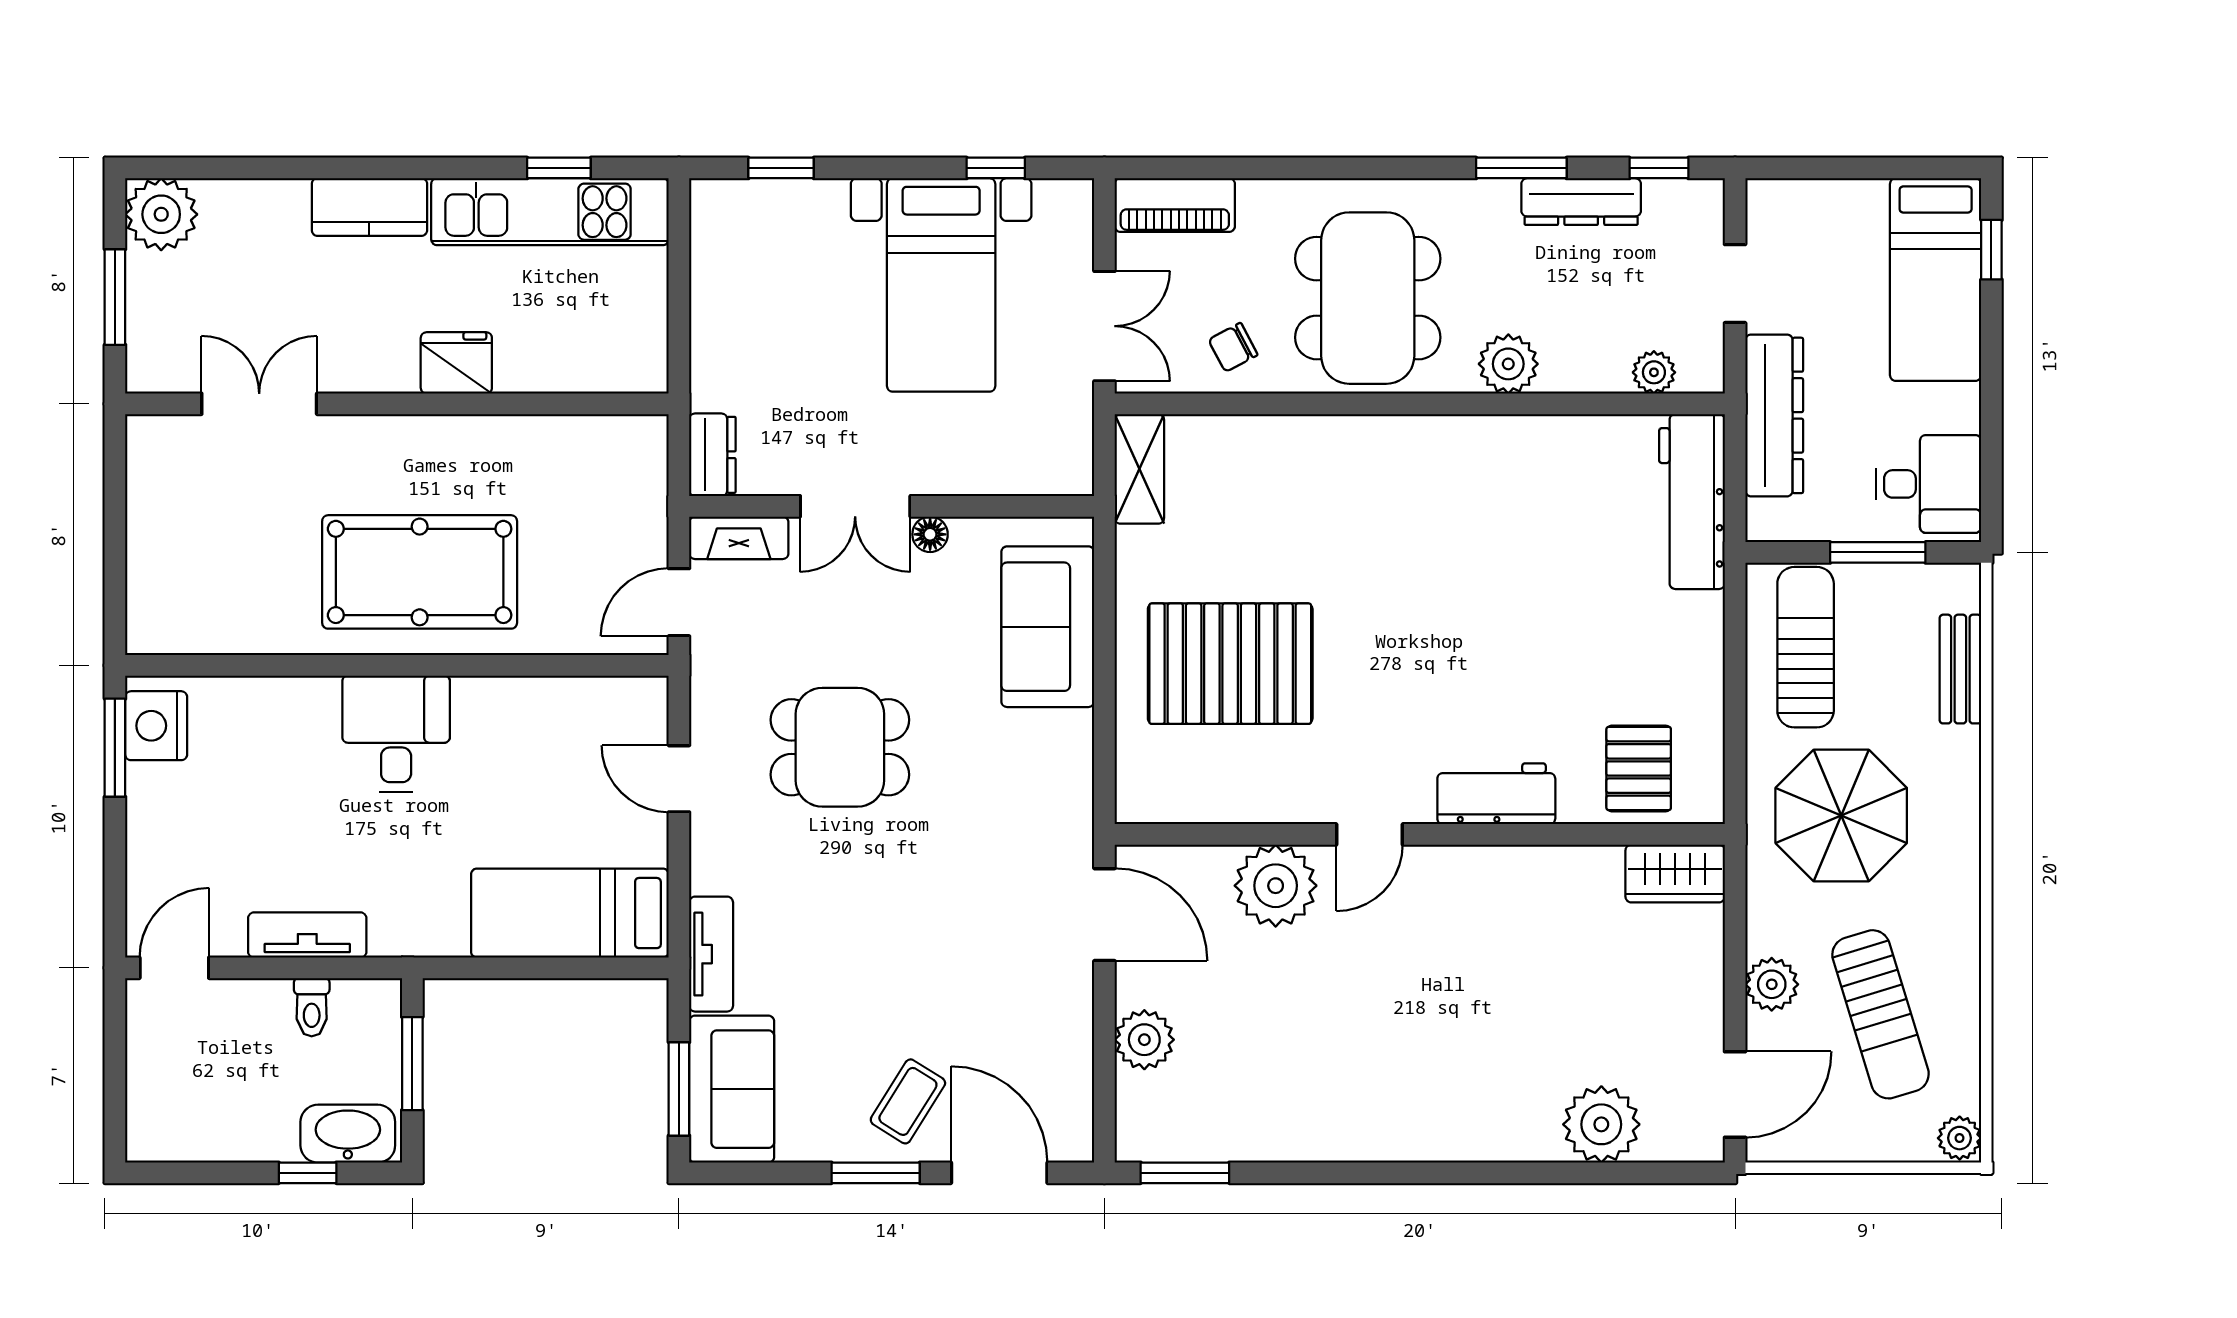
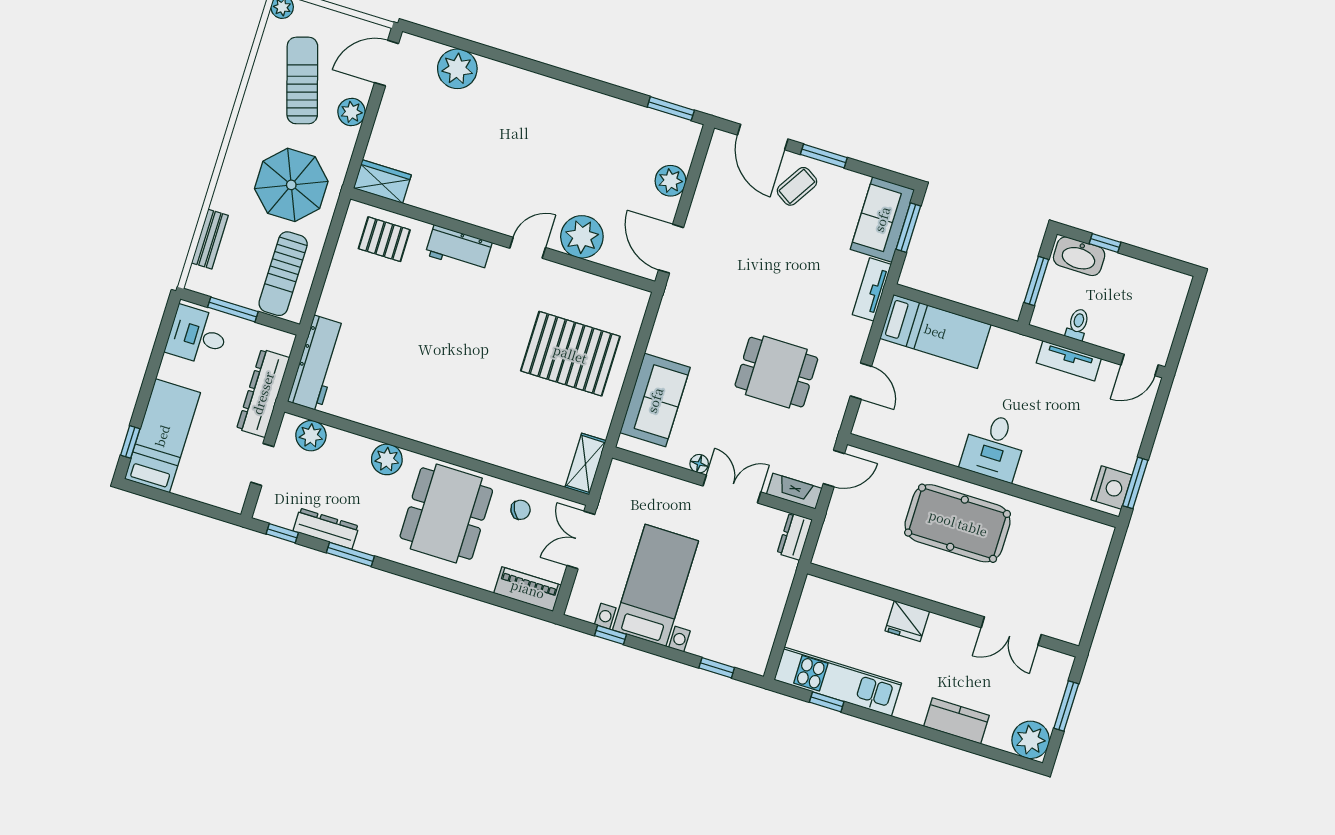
kitchen counter: (369, 207) -> (956, 721), moved
plant: (1654, 372) -> (311, 436), width x1.38, depth x1.38
pallet: (1639, 768) -> (384, 239), turned 90

